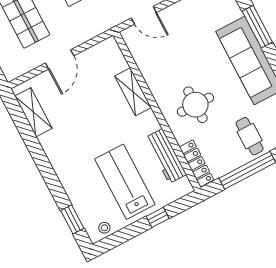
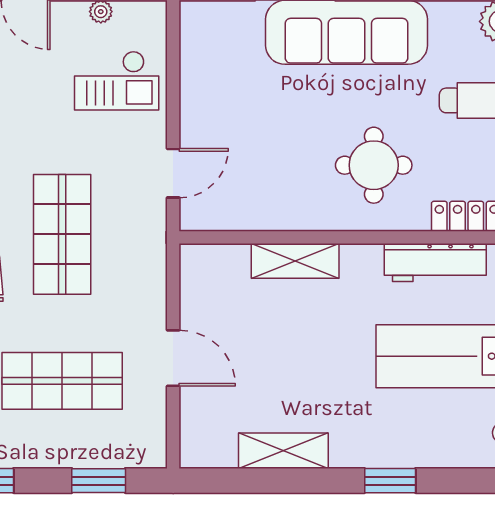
shelving: (33, 112) -> (283, 451), moved
window: (72, 219) -> (390, 481), moved

